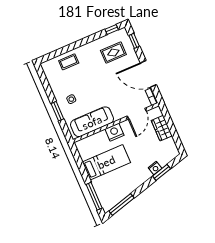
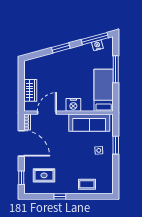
window: (112, 29) -> (60, 196), moved
bed: (106, 162) -> (104, 90), moved, turned 90
nightstand: (155, 168) -> (97, 45), moved
window: (162, 172) -> (61, 48), moved
window: (94, 196) -> (116, 69), moved

